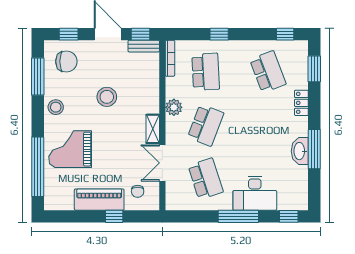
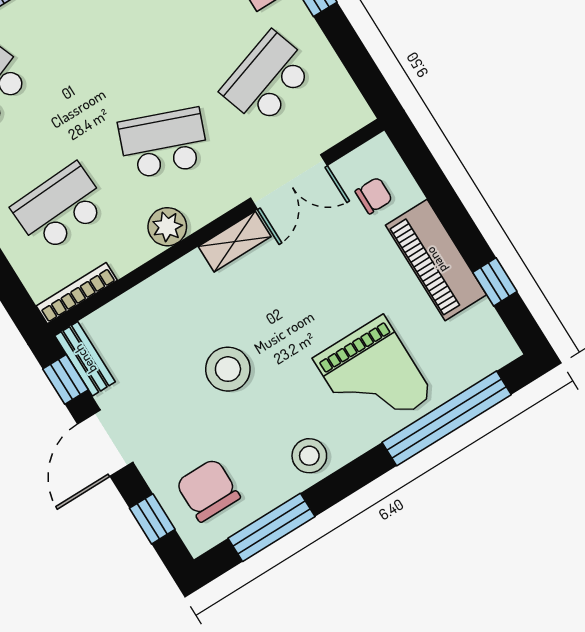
window: (114, 216) -> (495, 282), moved

